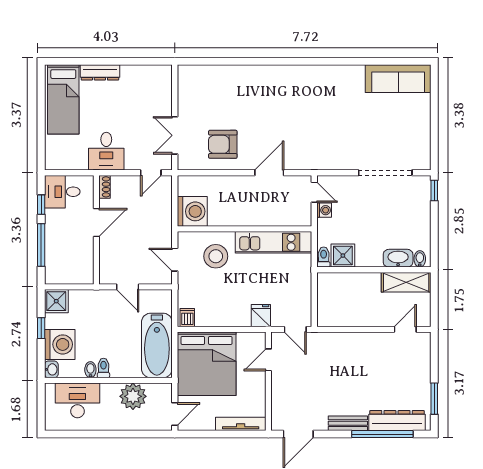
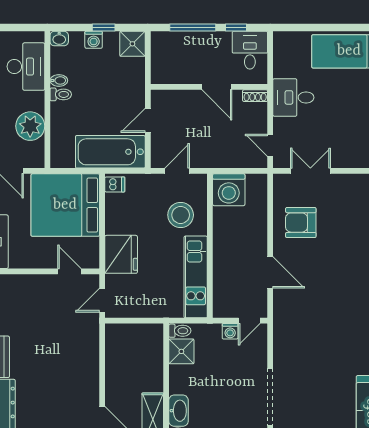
armchair: (223, 144) -> (301, 223), turned -90
fridge: (261, 316) -> (121, 254), width x1.88, depth x1.34
washing machine: (60, 344) -> (94, 40), width x0.53, depth x0.53
bathtub: (157, 345) -> (110, 152), moved

